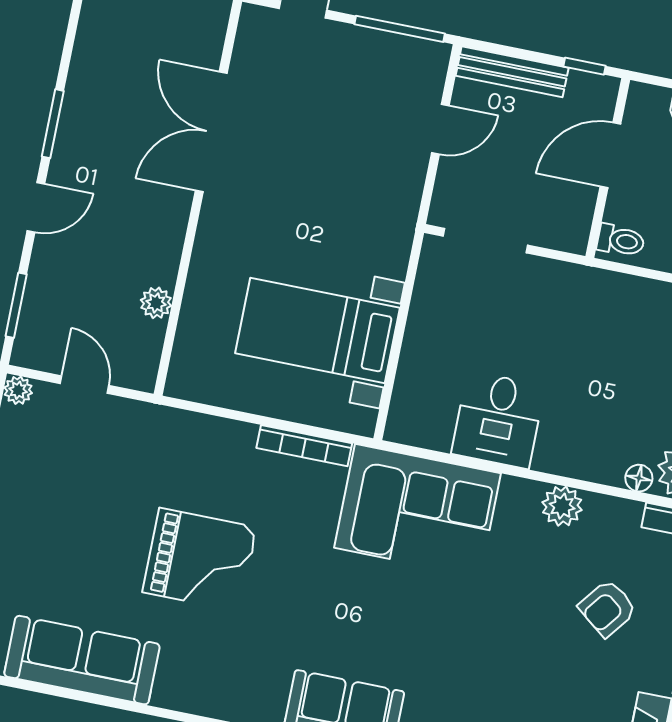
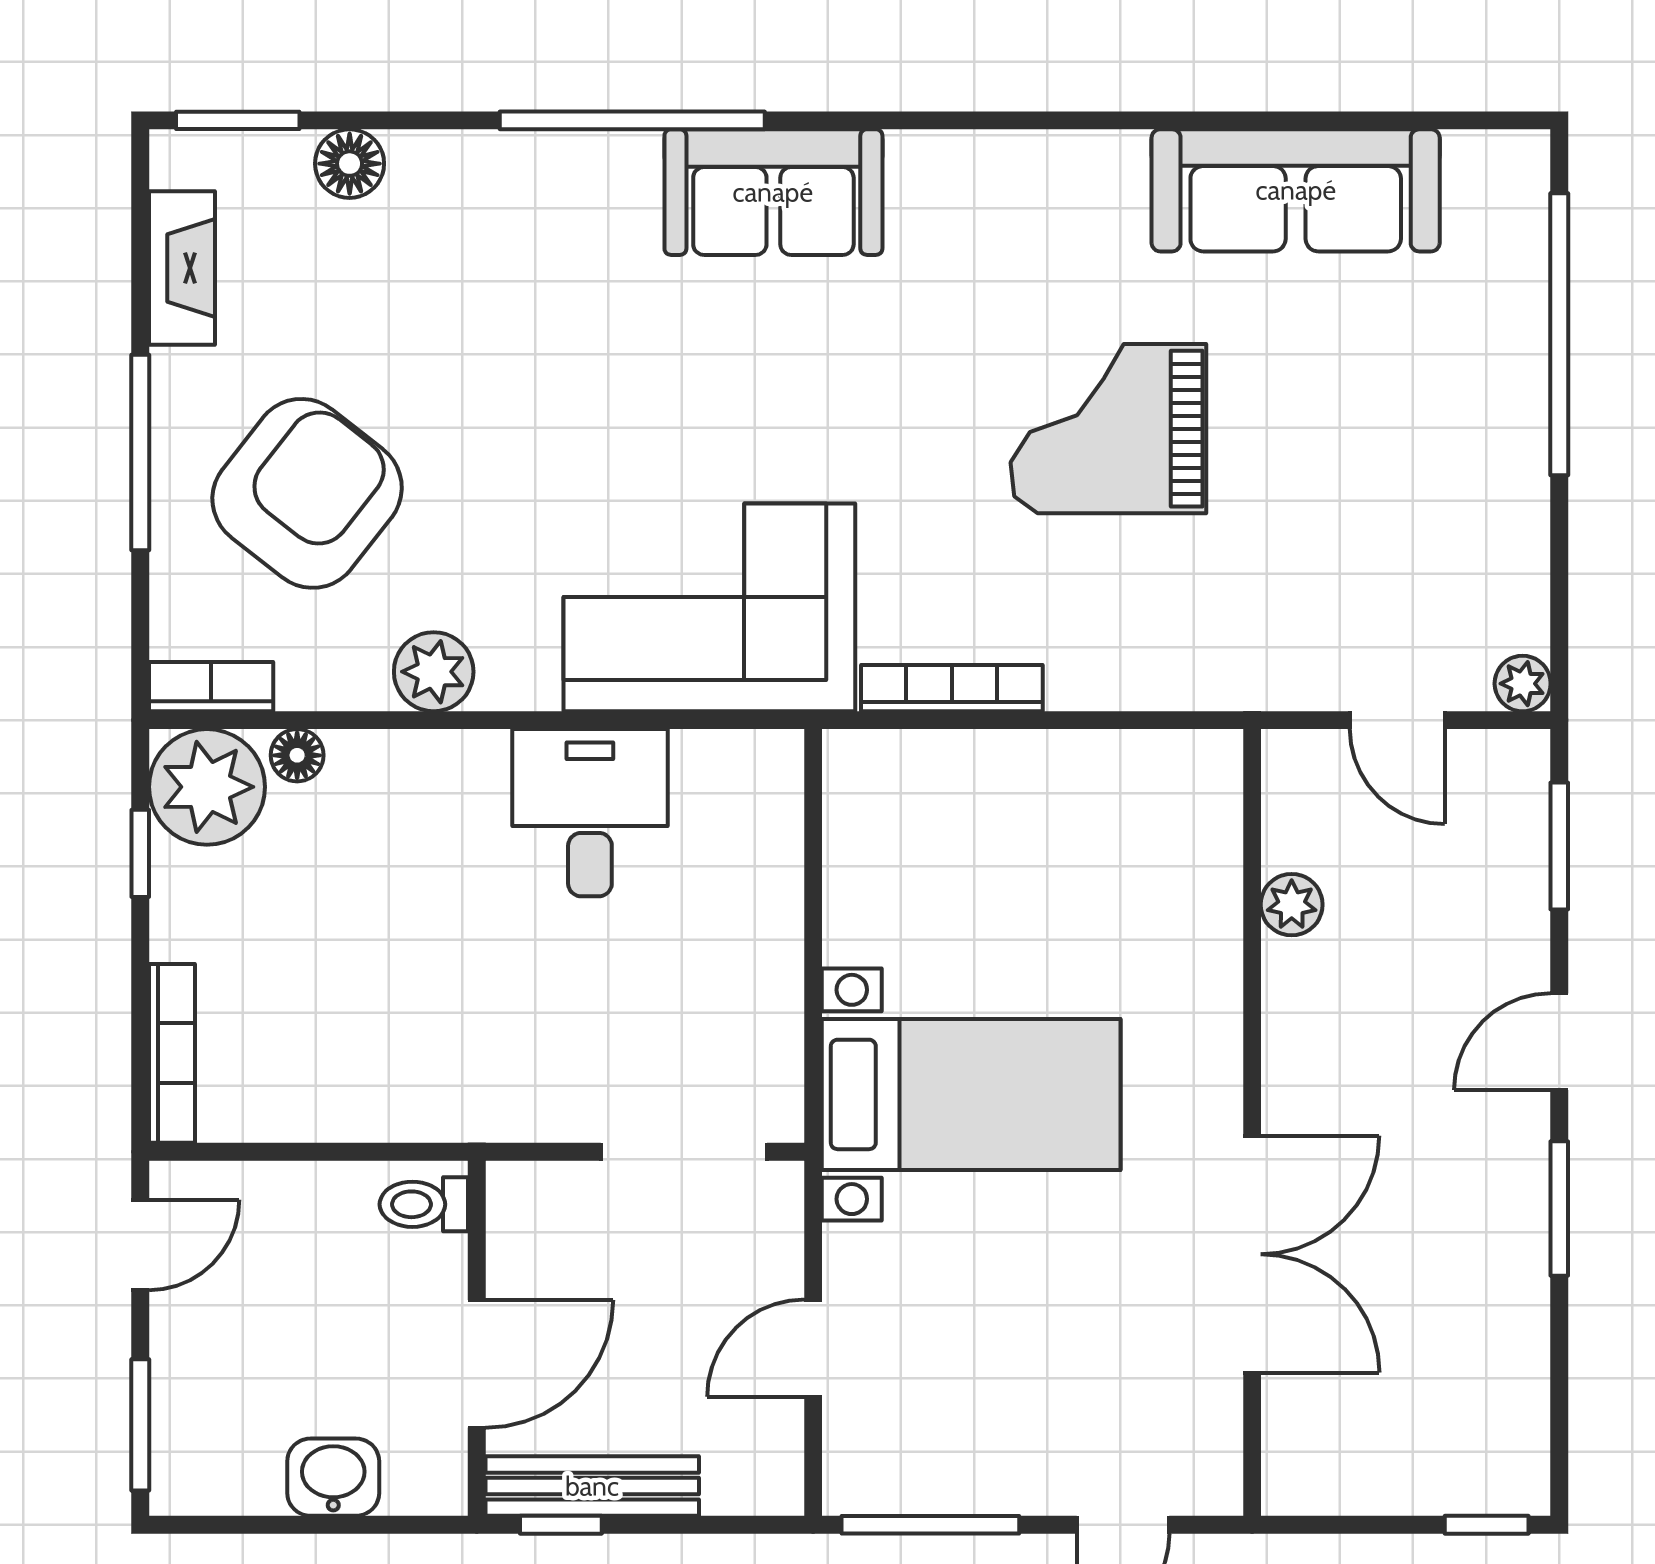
bench: (512, 72) -> (592, 1486), moved
bed with nightstands: (317, 331) -> (971, 1094), moved
armchair: (607, 608) -> (307, 493), width x1.88, depth x1.88

